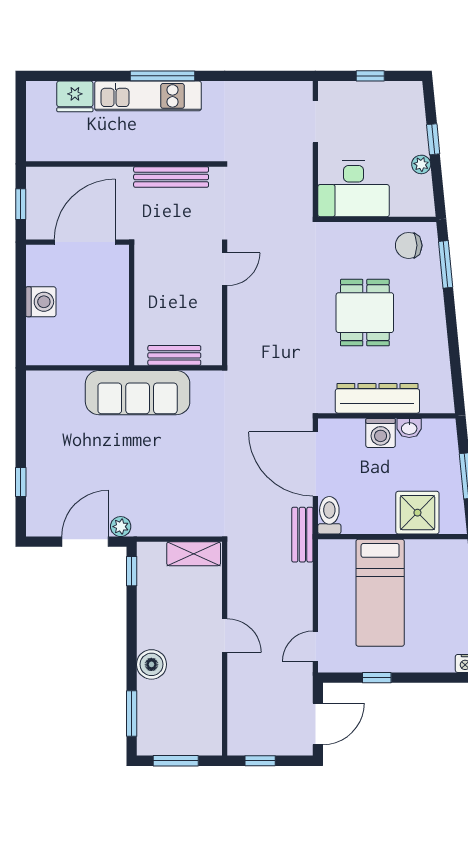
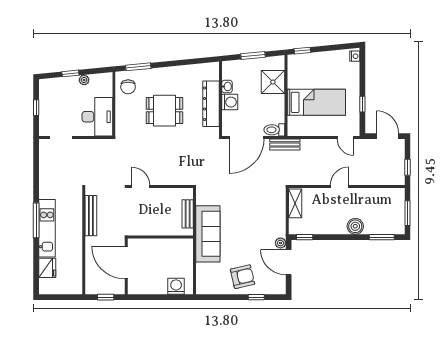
washing machine: (41, 302) -> (176, 286), moved
armchair: (59, 456) -> (242, 277), added

